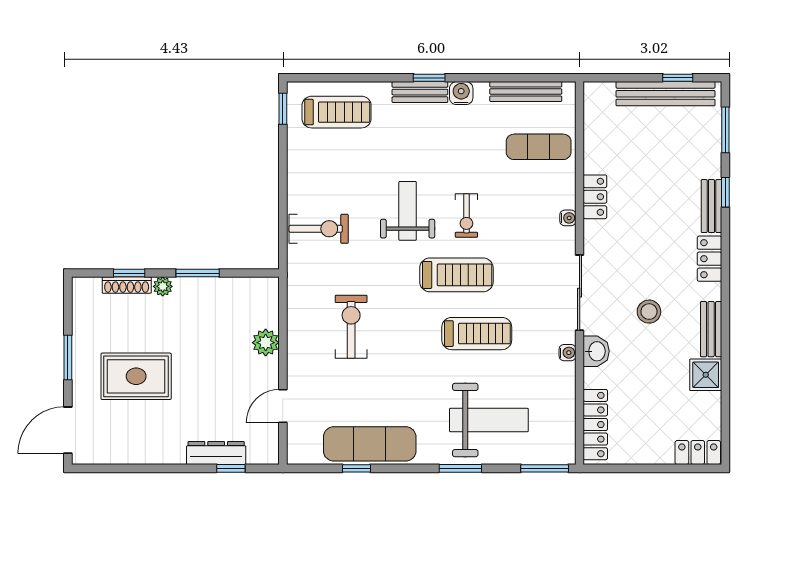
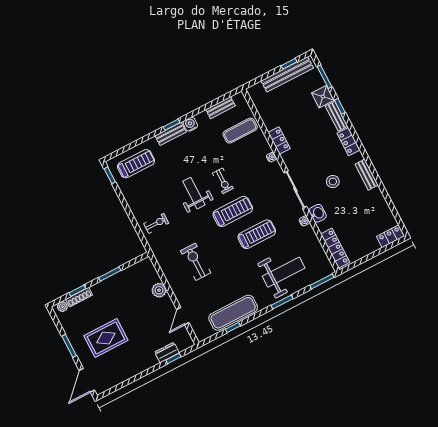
bench: (526, 92) -> (221, 108), width x0.73
exercise bike: (319, 229) -> (156, 223), width x0.73, depth x0.72
plant: (163, 286) -> (62, 307), moved
shower: (706, 375) -> (323, 97), moved
dresser: (216, 453) -> (167, 352), width x0.70

